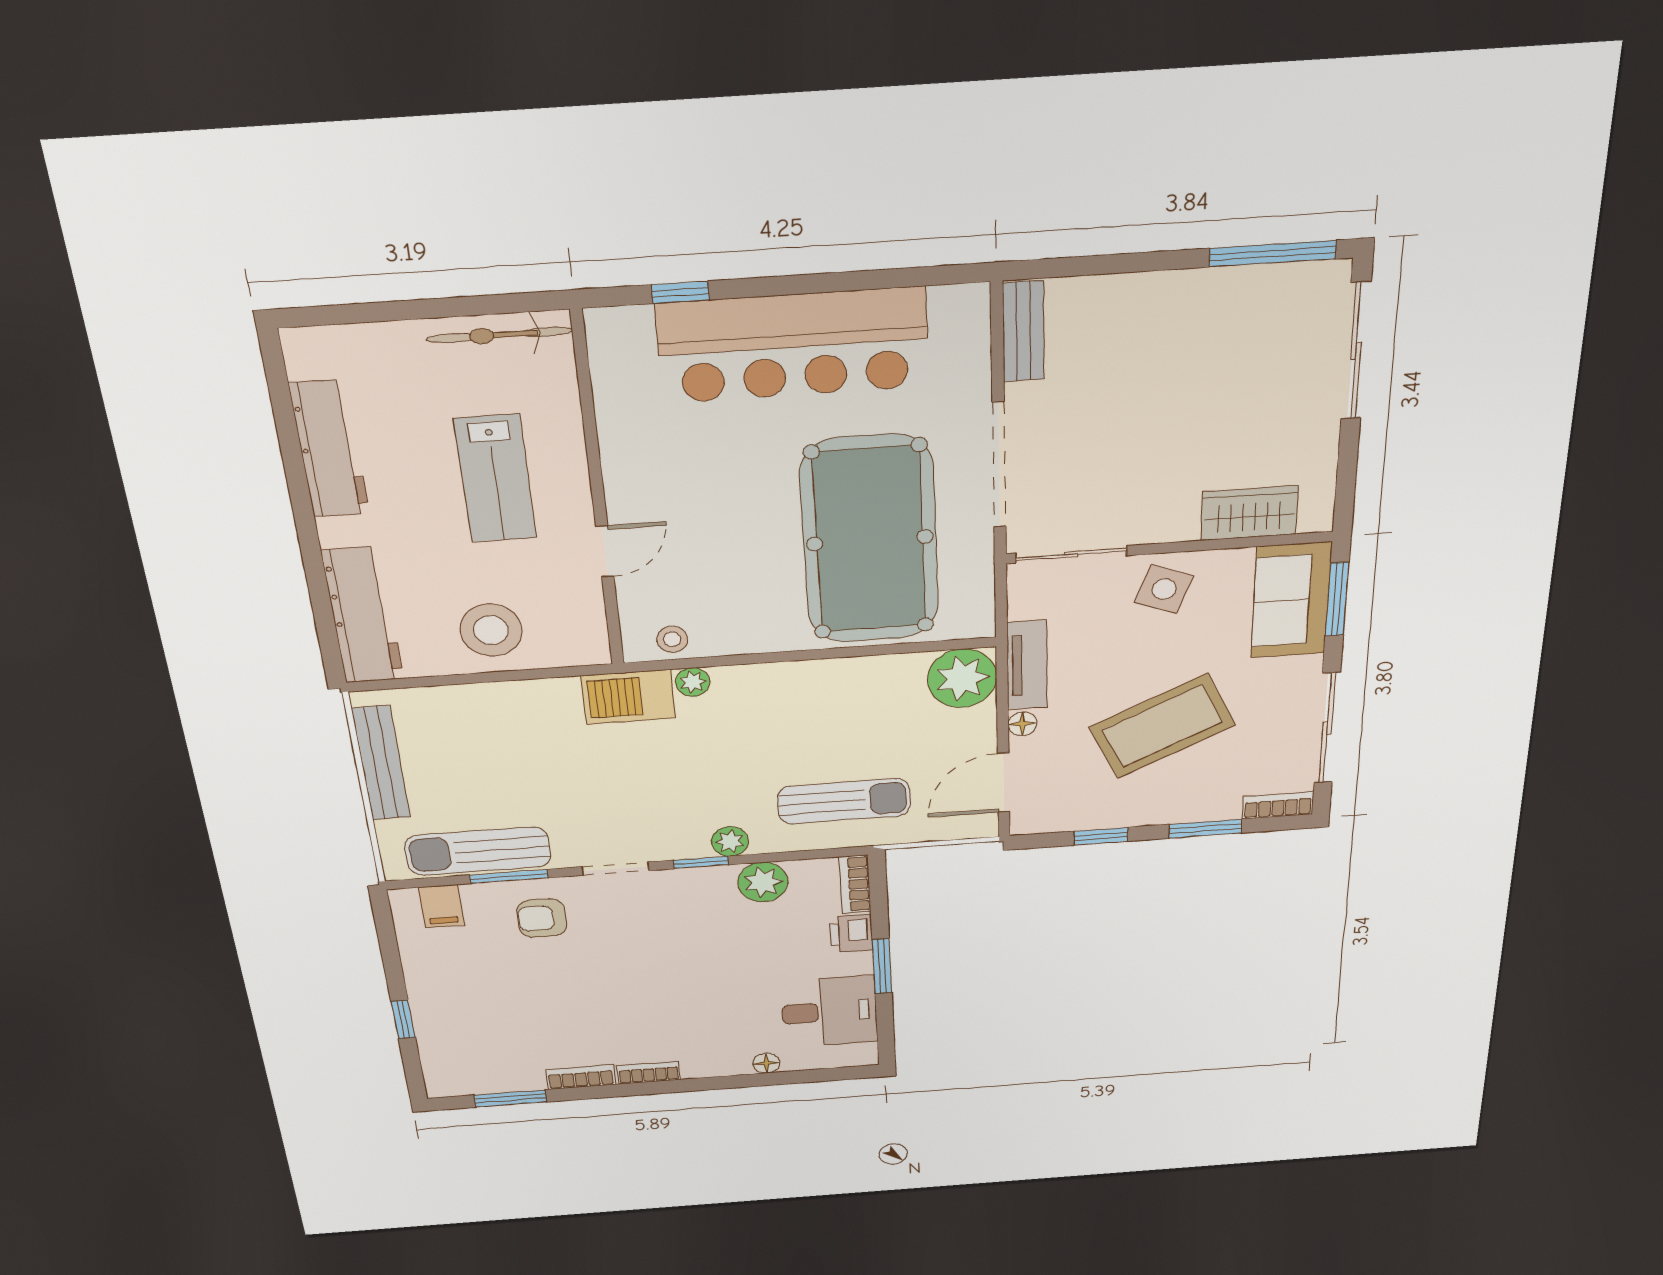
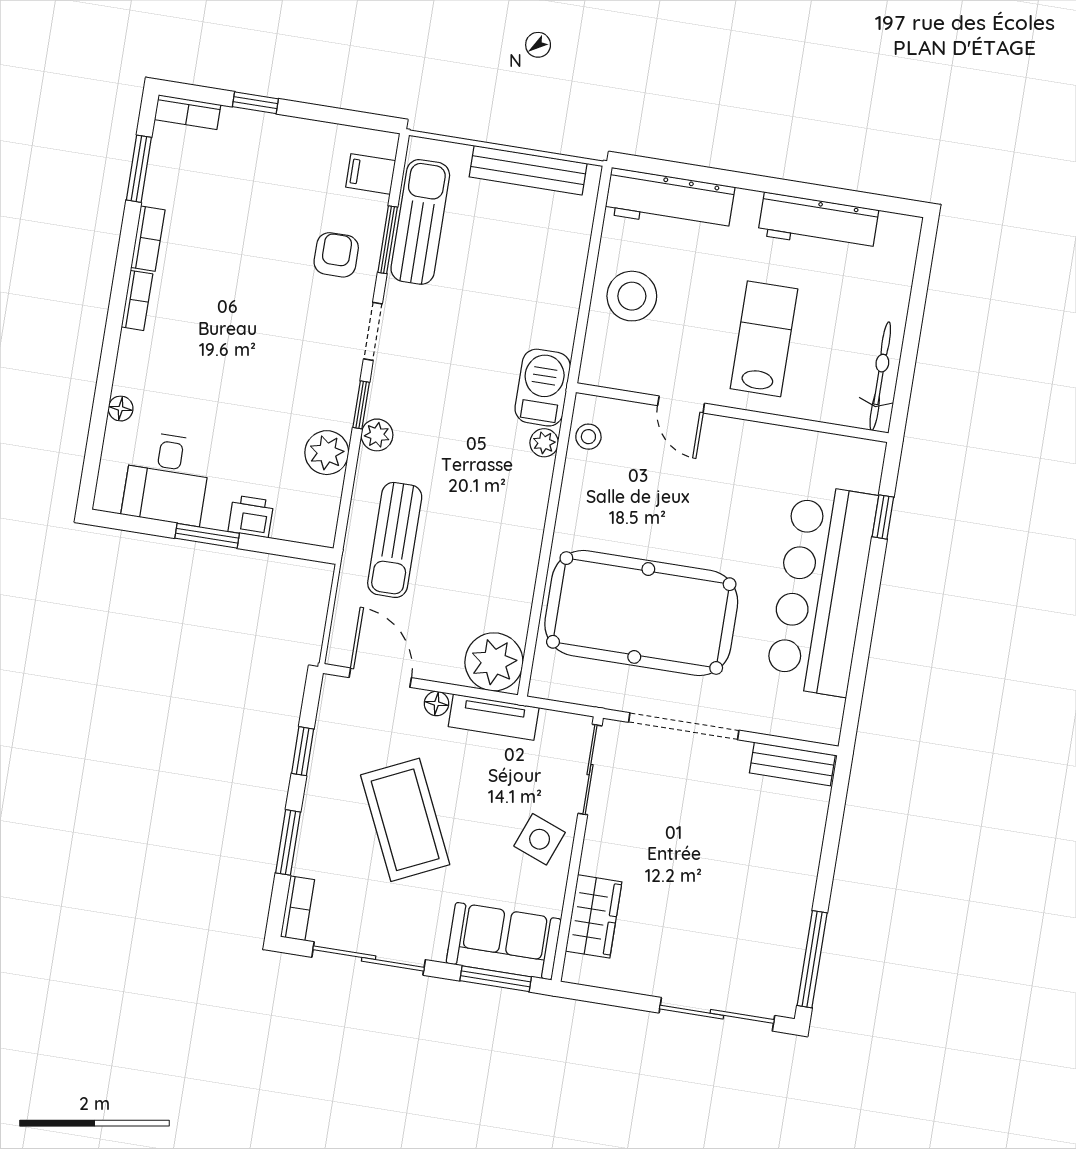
lab bench: (495, 479) -> (764, 339), turned 90
bookcase: (855, 884) -> (188, 112), moved, turned 180

